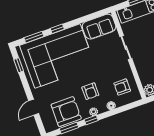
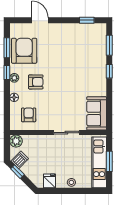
corner sofa: (57, 56) -> (82, 62), removed
armchair: (90, 91) -> (36, 82), turned 180
armchair: (66, 112) -> (24, 51), turned 180

